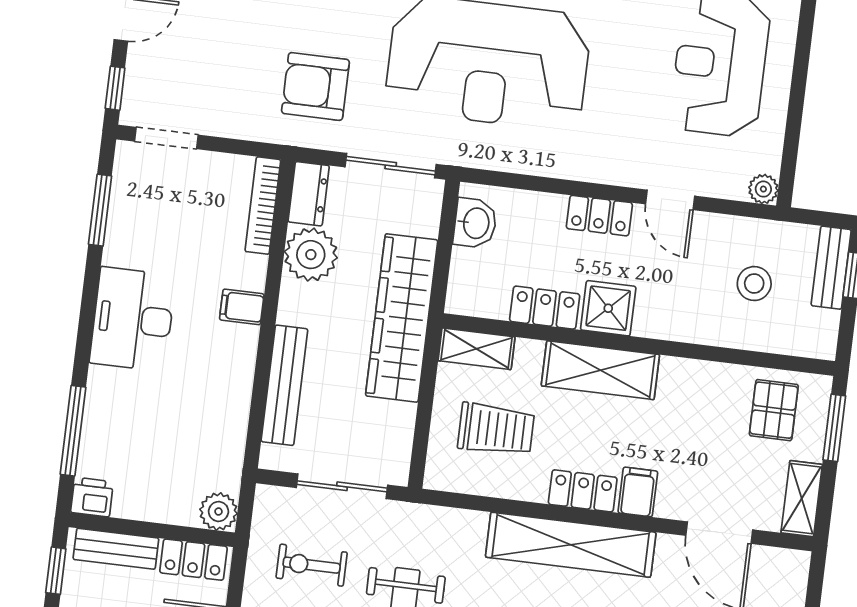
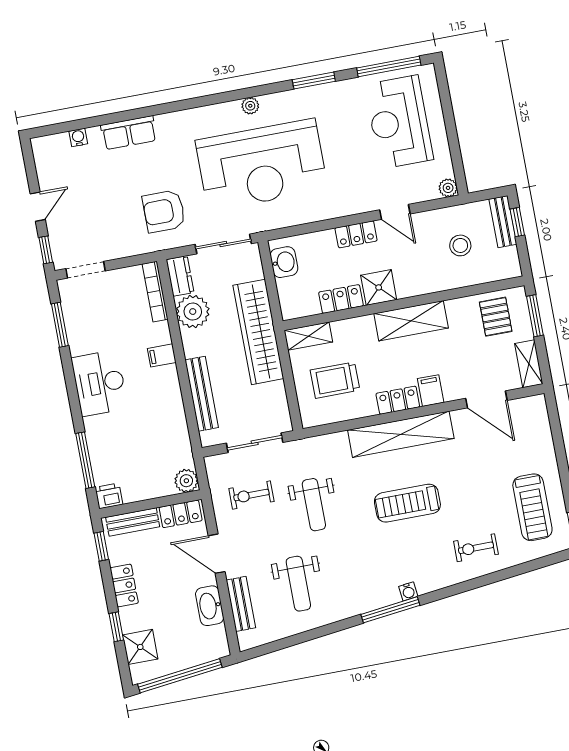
shelving: (600, 370) -> (411, 321), moved
trolley: (496, 429) -> (335, 380), turned 180

